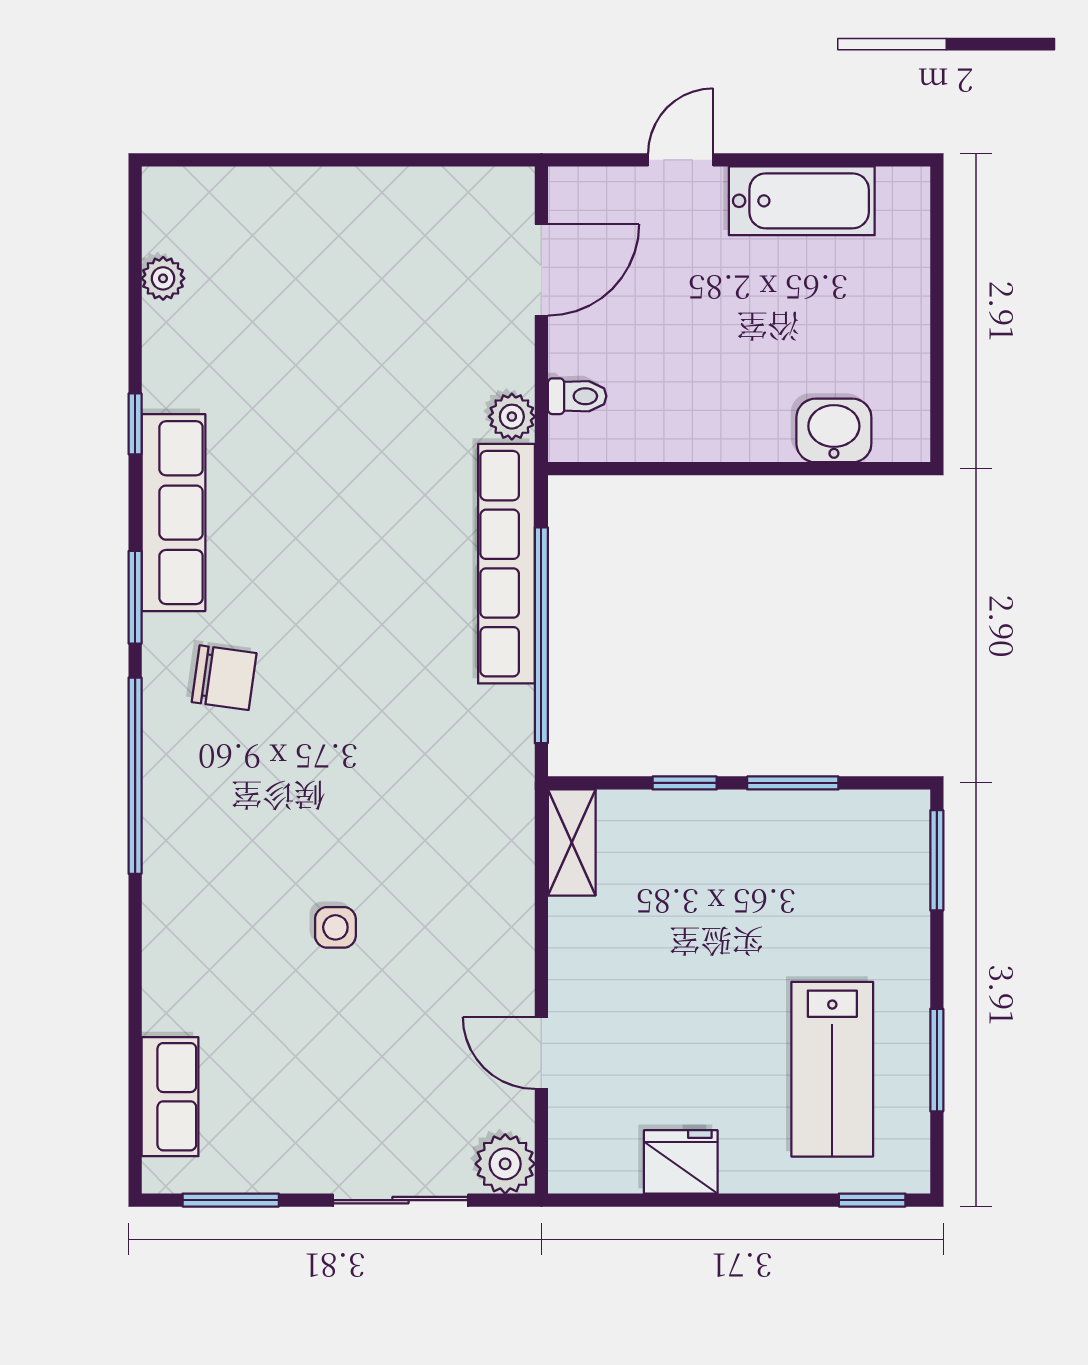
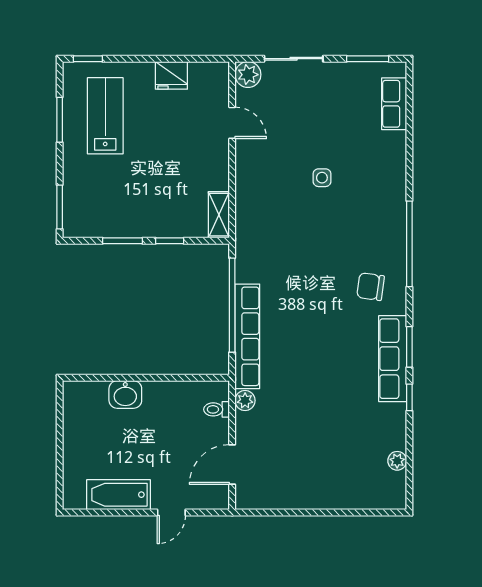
washbasin: (834, 430) -> (125, 394), moved
window: (135, 597) -> (409, 347), moved

